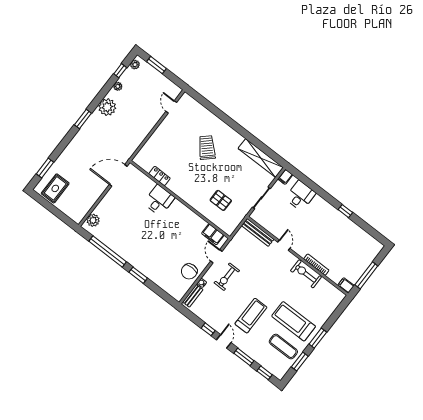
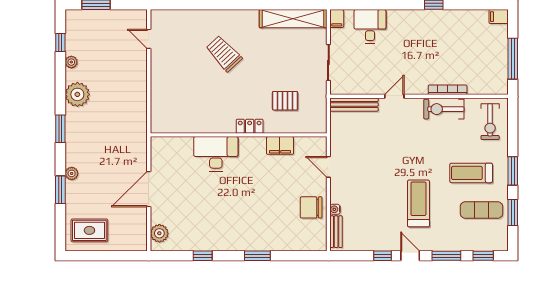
plant: (135, 65) -> (72, 173), moved
window: (45, 168) -> (60, 190), moved
door: (118, 175) -> (149, 189), moved
locker: (160, 176) -> (250, 126), moved
rug: (55, 188) -> (89, 230), turned 90
desk: (159, 200) -> (216, 154), width x1.37
filing cabinet: (213, 234) -> (280, 145), moved
door: (284, 245) -> (394, 96), hinge flipped
window: (108, 252) -> (203, 256), width x0.32
chair: (189, 271) -> (311, 207), turned 90
exercise bike: (227, 277) -> (490, 122), moved
filing cabinet: (346, 285) -> (499, 17), moved
treadmill: (294, 321) -> (471, 173), width x0.73, depth x0.73

